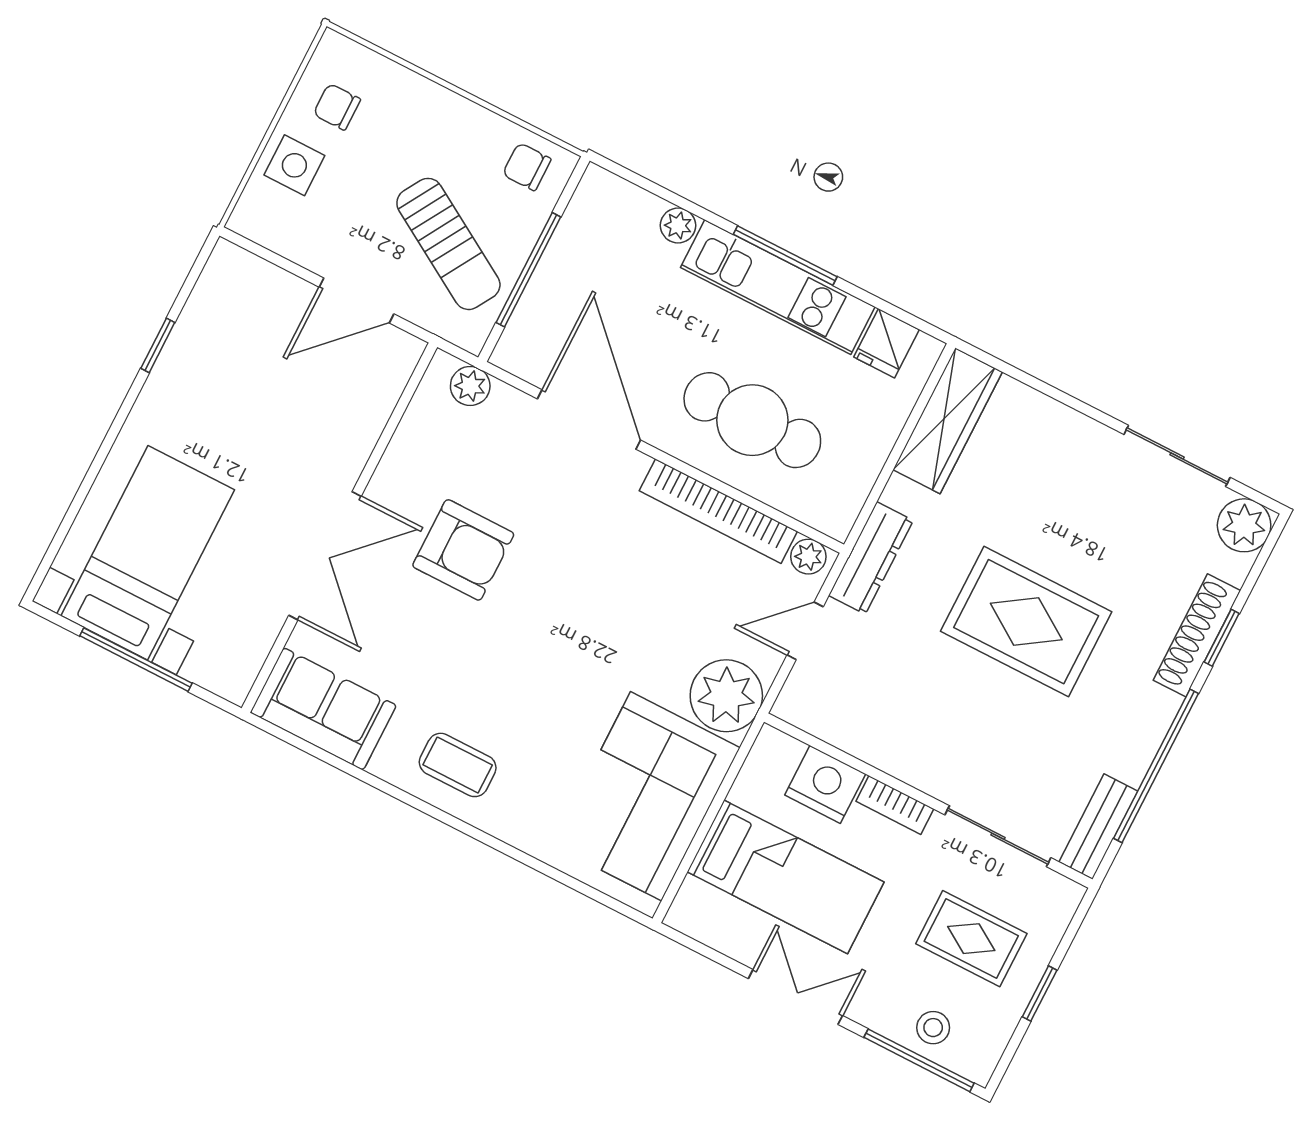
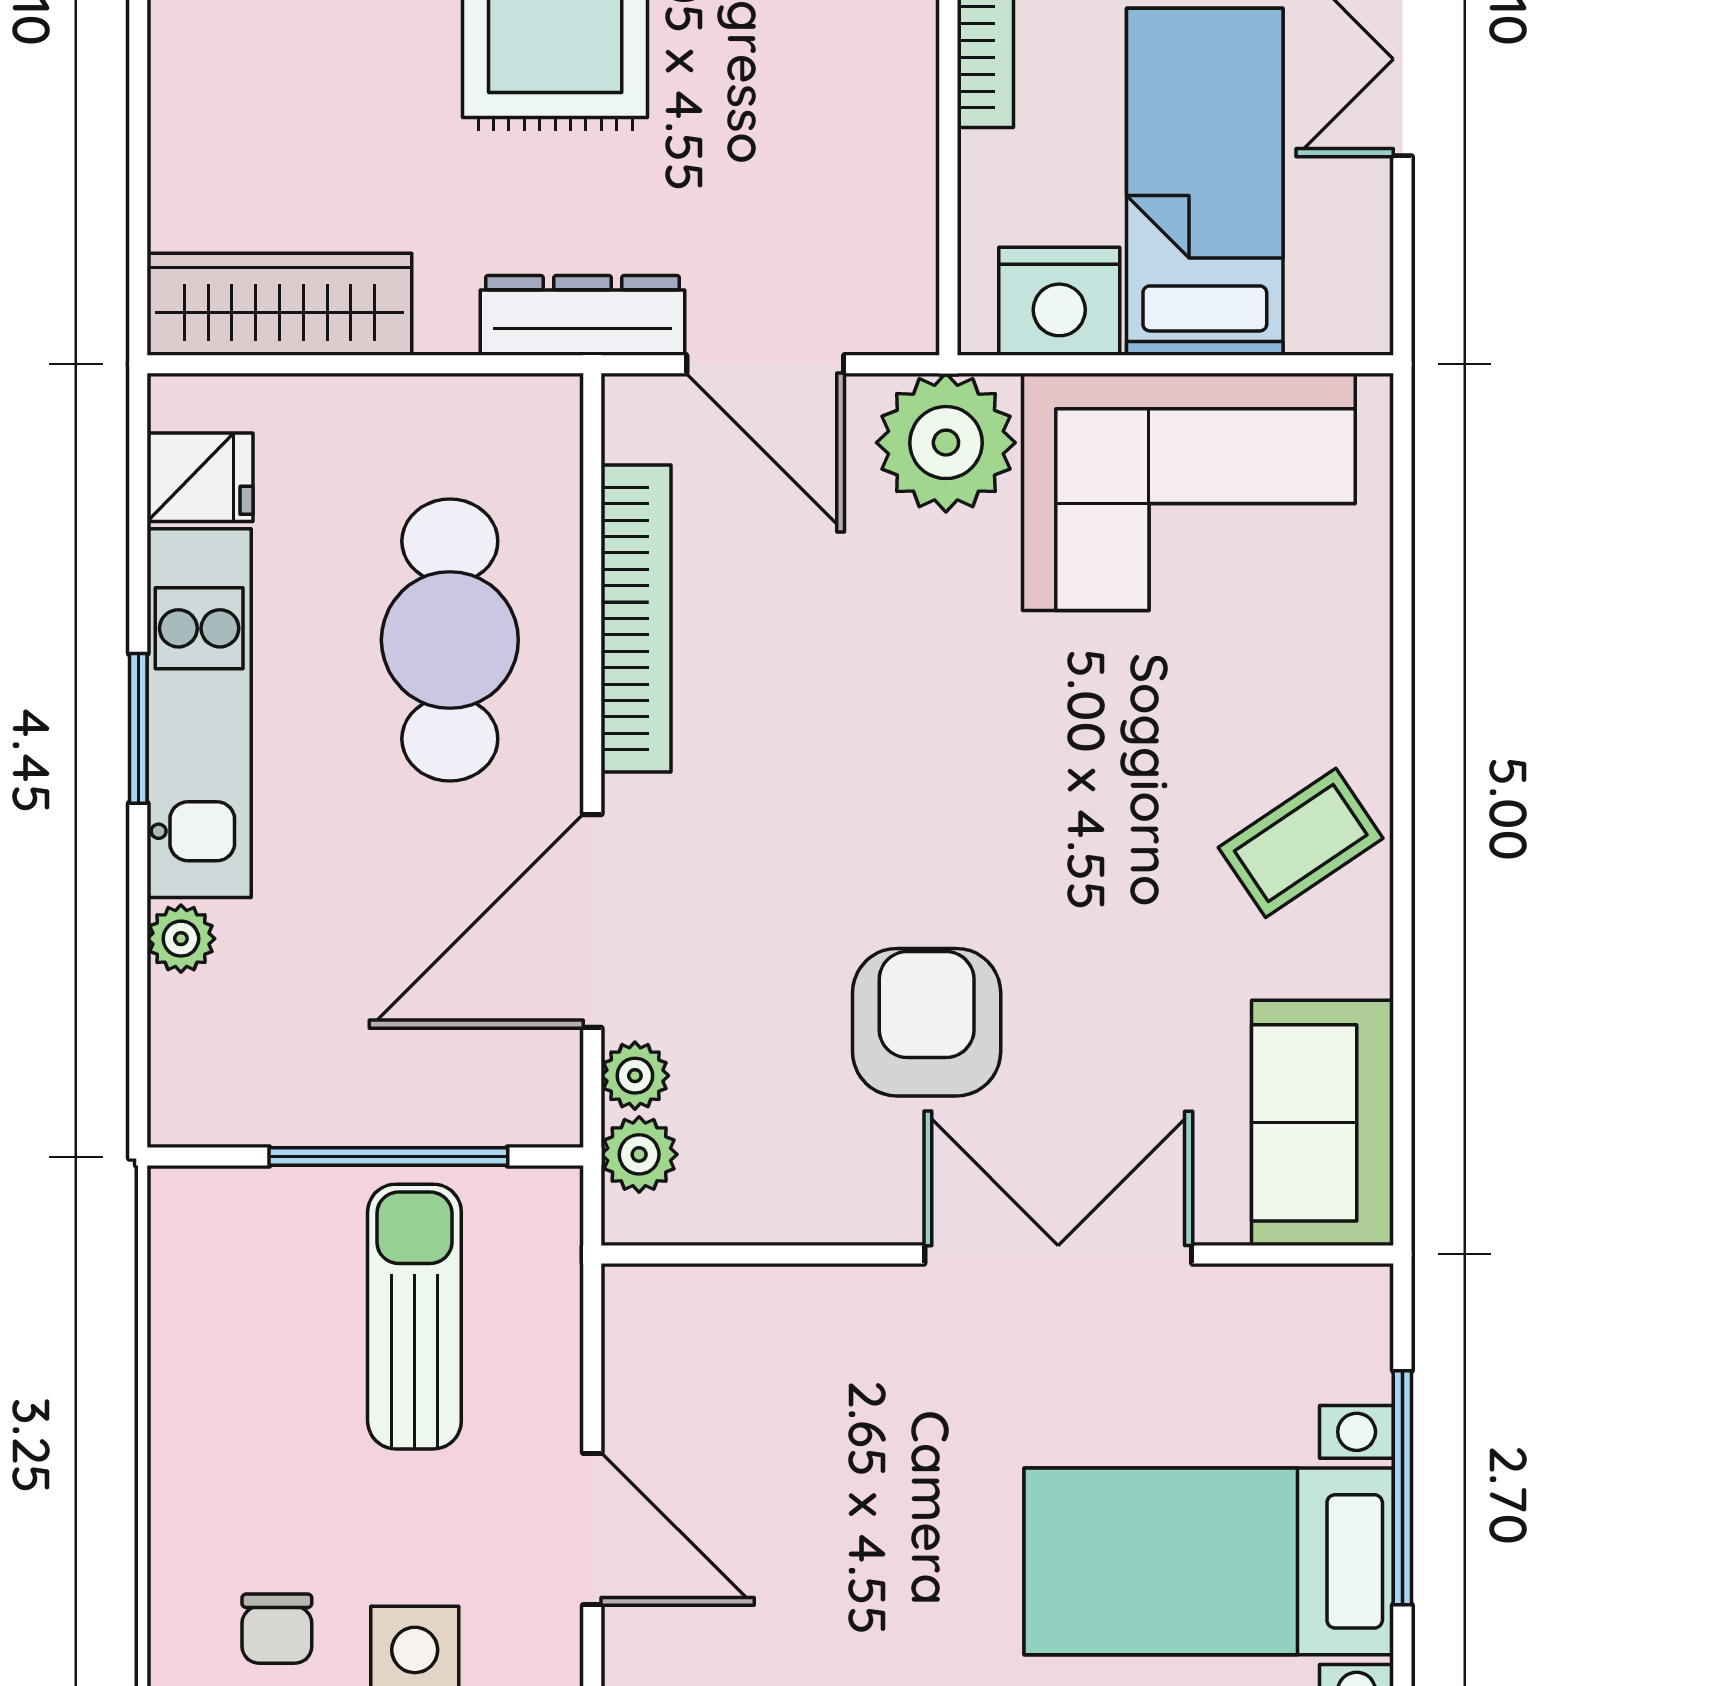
chair: (527, 167) -> (213, 1250), removed
sun lounger: (448, 244) -> (414, 1317), turned -31
window: (785, 255) -> (138, 728), width x0.69
door: (357, 301) -> (592, 1529), moved
plant: (808, 557) -> (635, 1076), moved
door: (805, 631) -> (765, 364), width x1.38
coffee table: (458, 765) -> (1301, 843), turned 56
nightstand: (825, 784) -> (1059, 301), moved, turned -90

